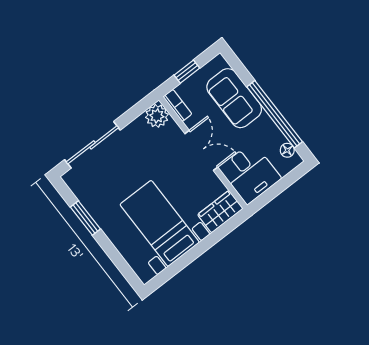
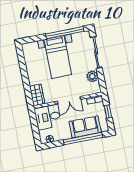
window: (275, 114) -> (83, 139), moved
plant: (157, 116) -> (92, 76), moved
window: (85, 218) -> (65, 33), width x2.11
bed with nightstands: (160, 223) -> (58, 57), moved, turned 90

